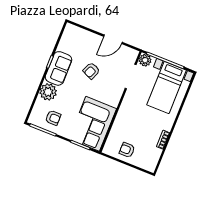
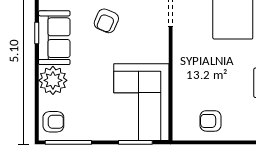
armchair: (53, 118) -> (53, 122), moved

